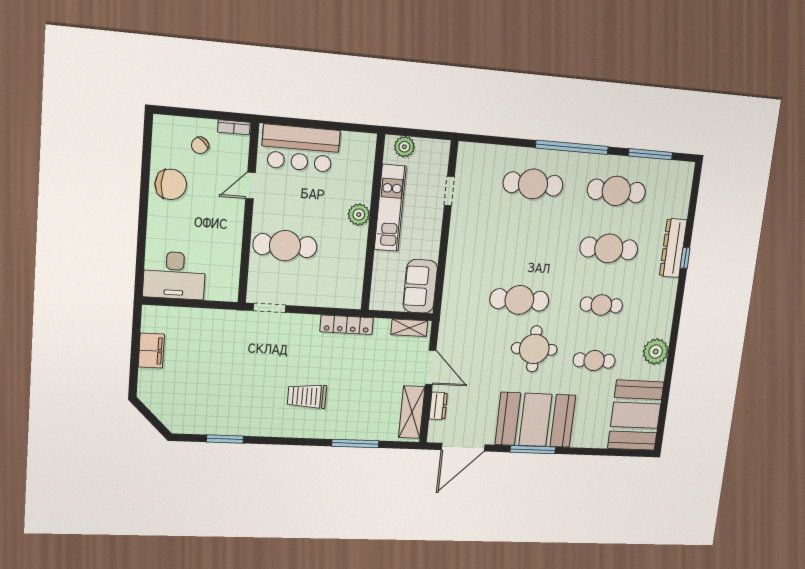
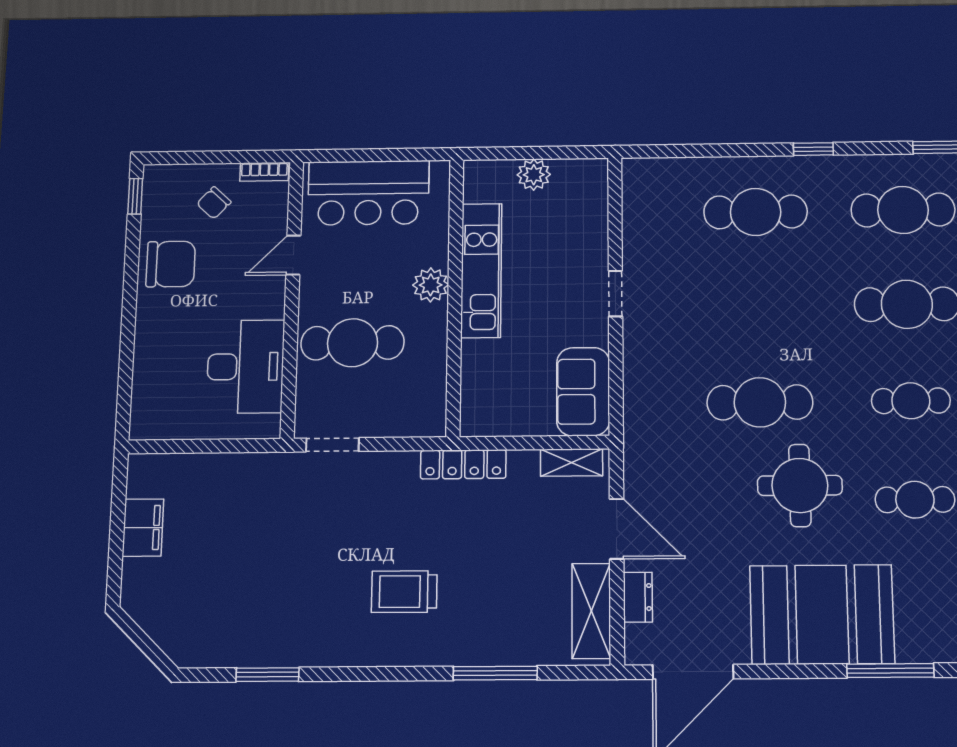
window: (148, 136) -> (135, 196), added
window: (572, 147) -> (813, 149), width x0.32
doorway: (449, 191) -> (615, 294), moved
kitchen unit: (390, 208) -> (481, 270), moved
plant: (359, 215) -> (431, 285), moved
wall: (373, 223) -> (455, 296), moved
desk: (174, 275) -> (245, 367), moved, turned -90
window: (533, 450) -> (890, 671), moved

